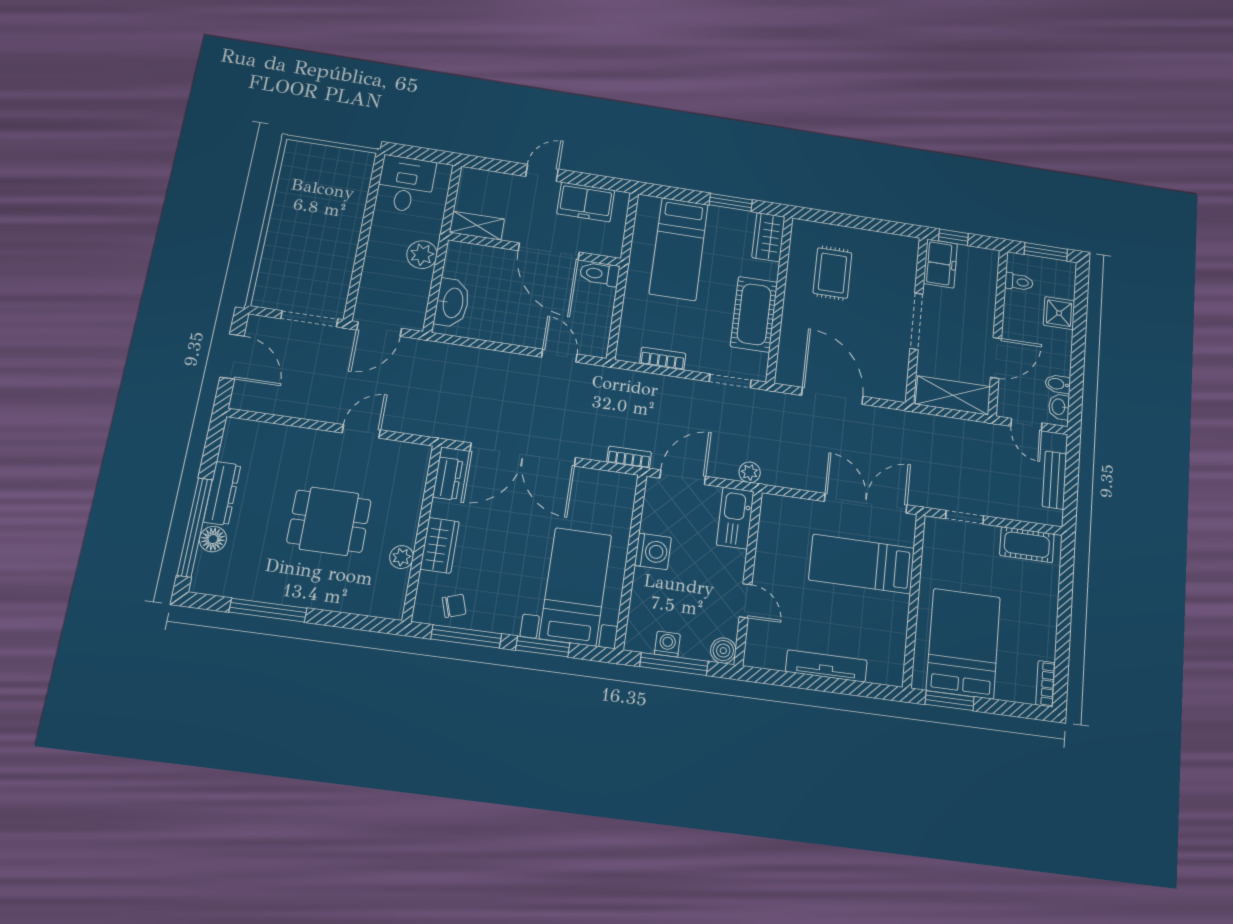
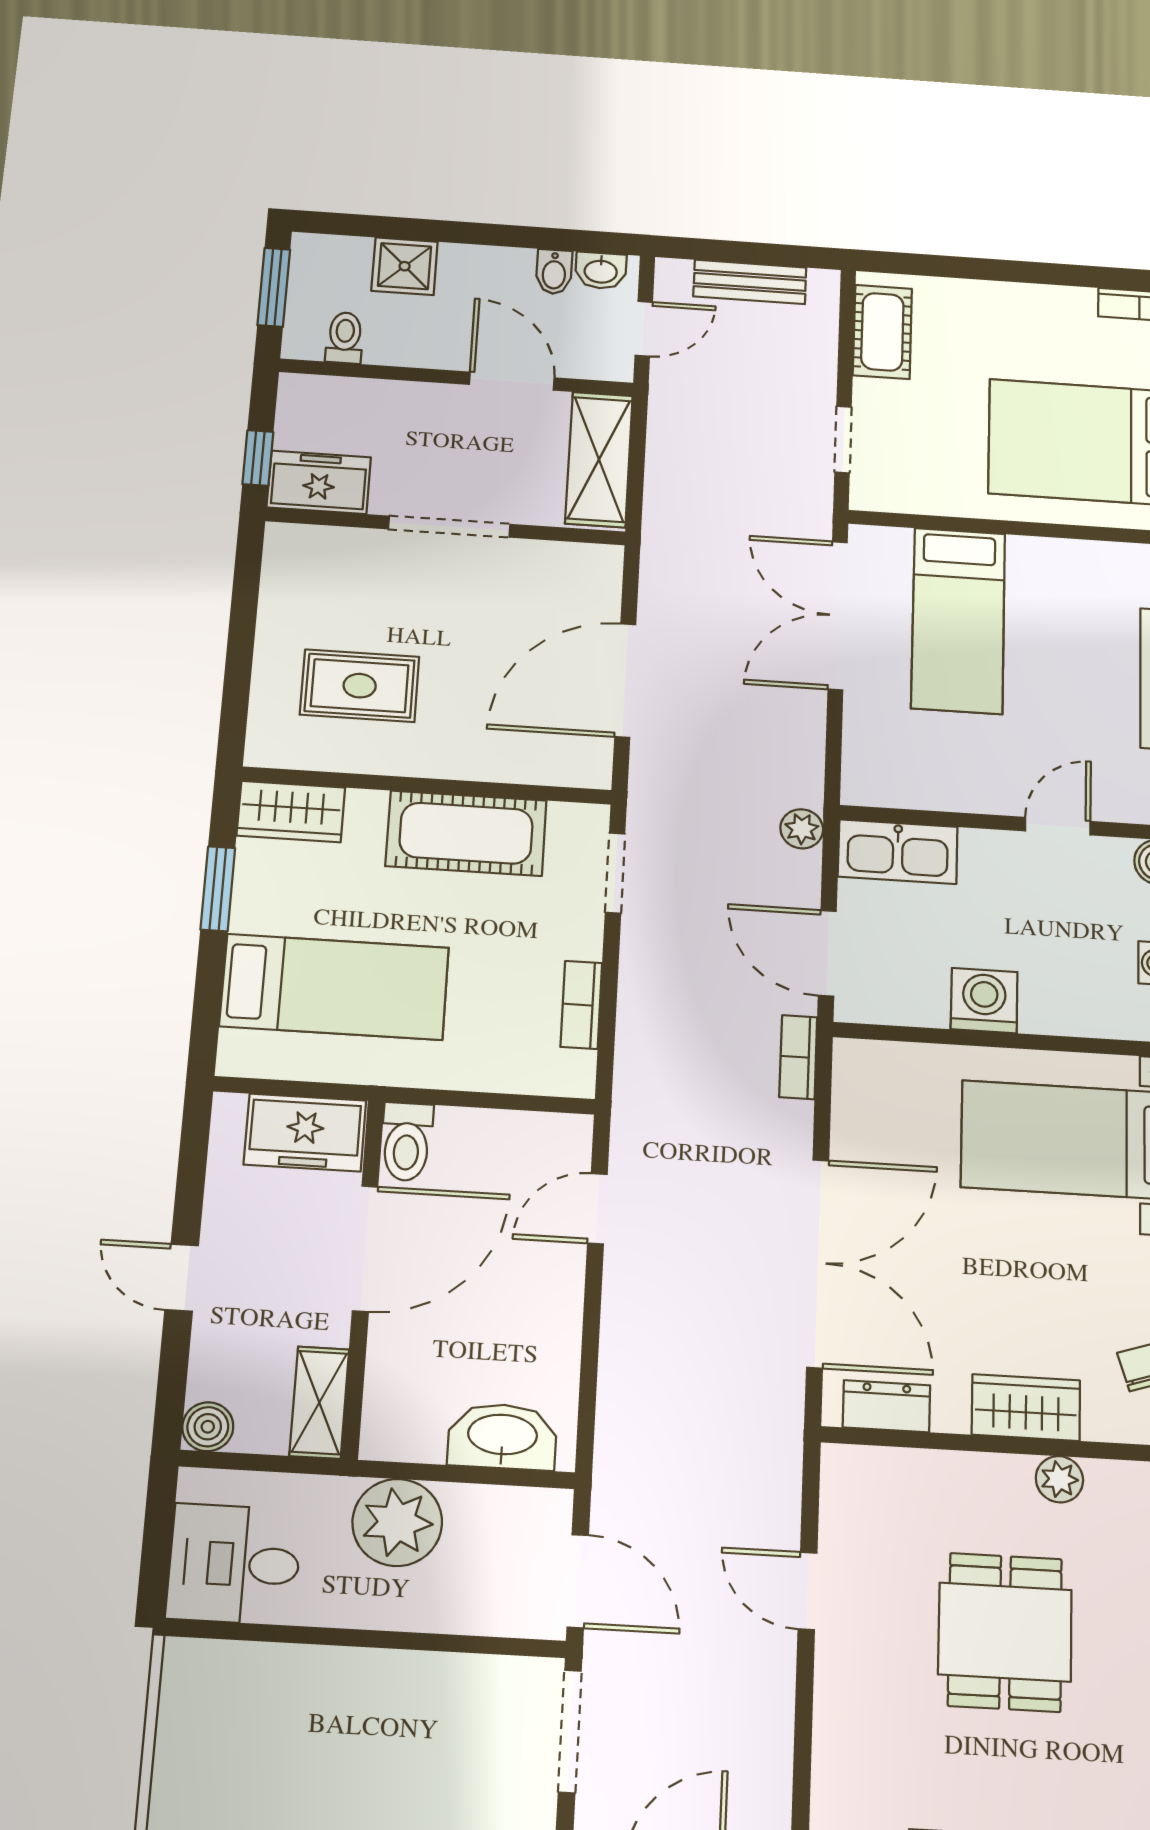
boiler: (471, 178) -> (208, 1427), added
freezer: (586, 202) -> (305, 1133), moved, turned 90
plant: (422, 255) -> (397, 1522), width x1.36, depth x1.36

